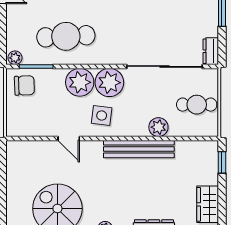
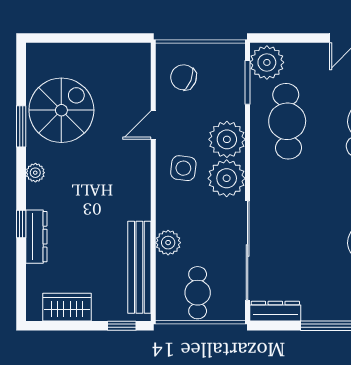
dresser: (211, 51) -> (275, 311), width x1.44
plant: (15, 58) -> (267, 62), width x1.88, depth x1.88
chair: (24, 85) -> (184, 77), moved, turned 114
bench: (139, 149) -> (139, 267), moved

